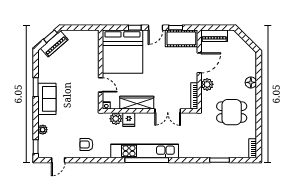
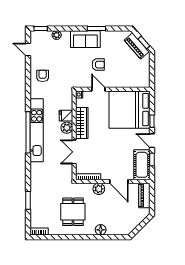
armchair: (74, 85) -> (98, 65), added
door: (101, 85) -> (98, 89), swing flipped
plant: (116, 119) -> (67, 128), moved

